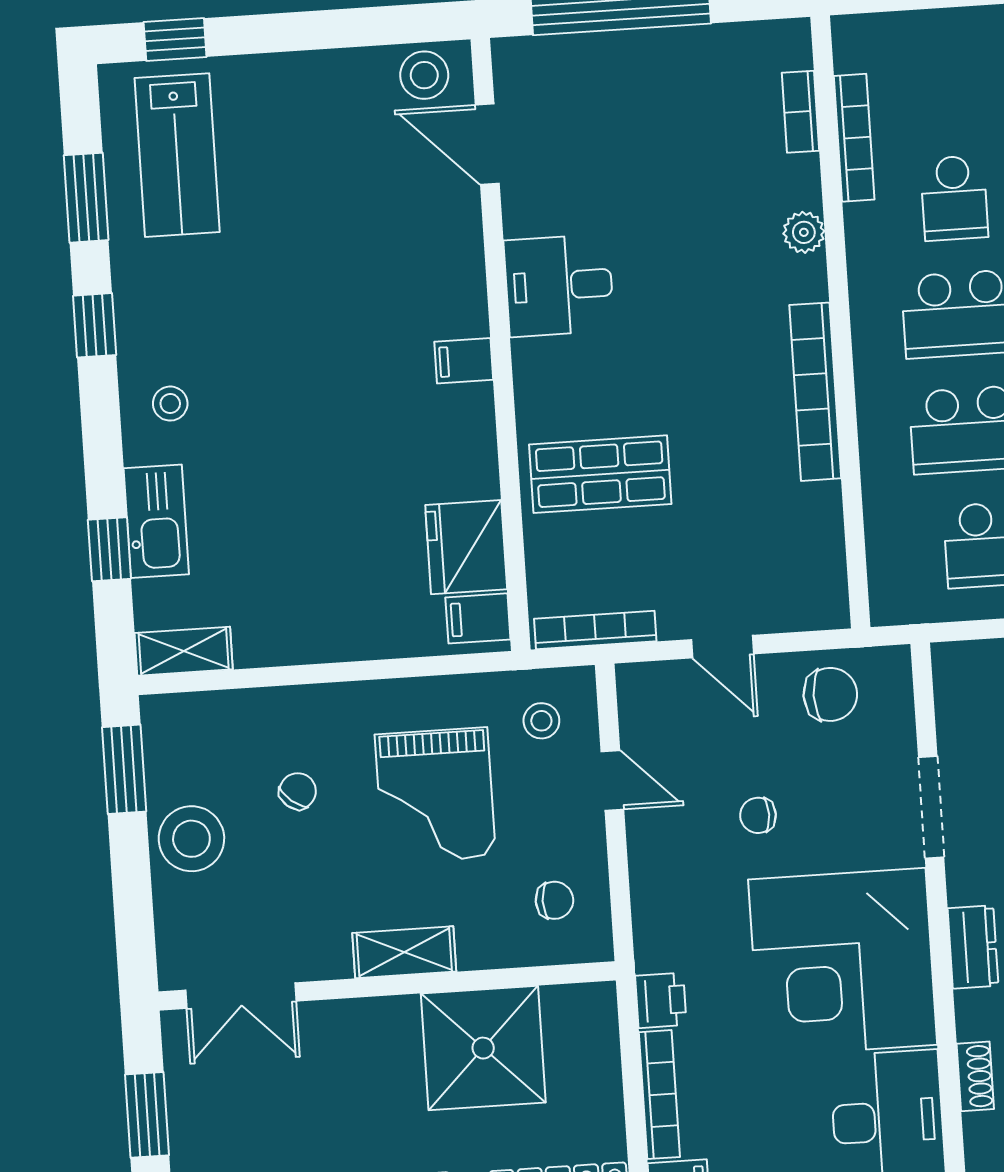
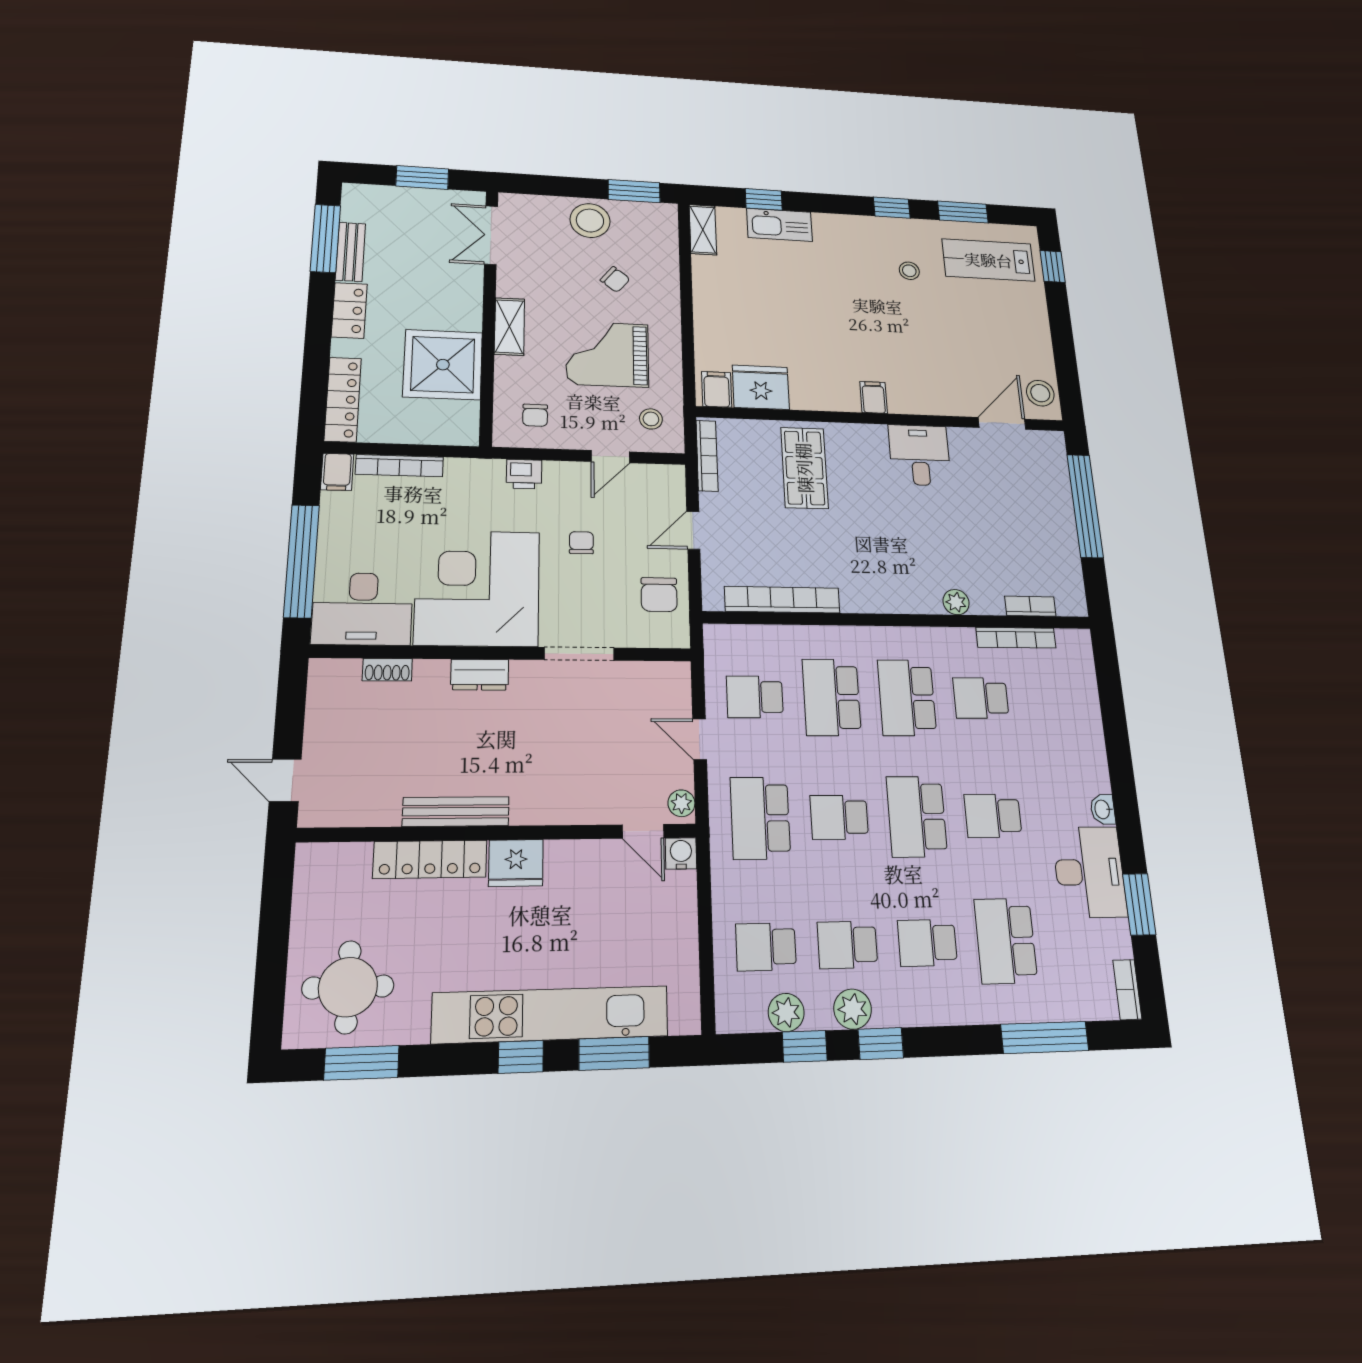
bookcase: (815, 392) -> (782, 600), moved
stool: (170, 404) -> (909, 271), moved
printer: (661, 1000) -> (524, 474), moved

